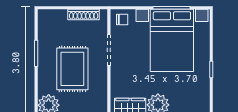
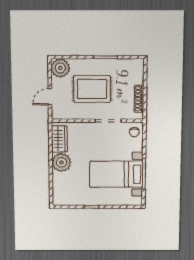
bed with nightstands: (172, 40) -> (116, 174), width x0.73

